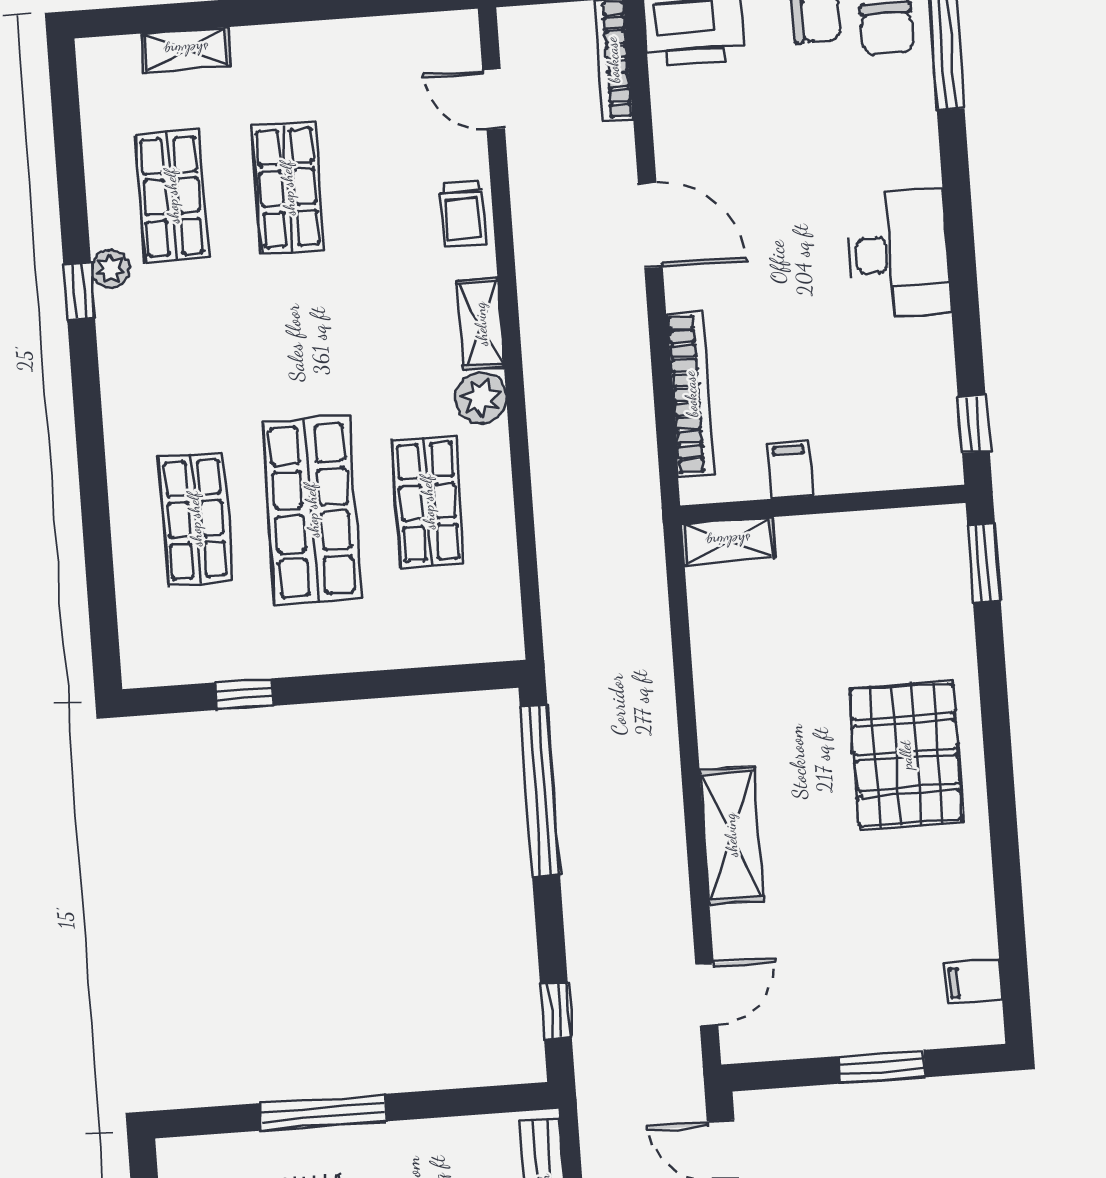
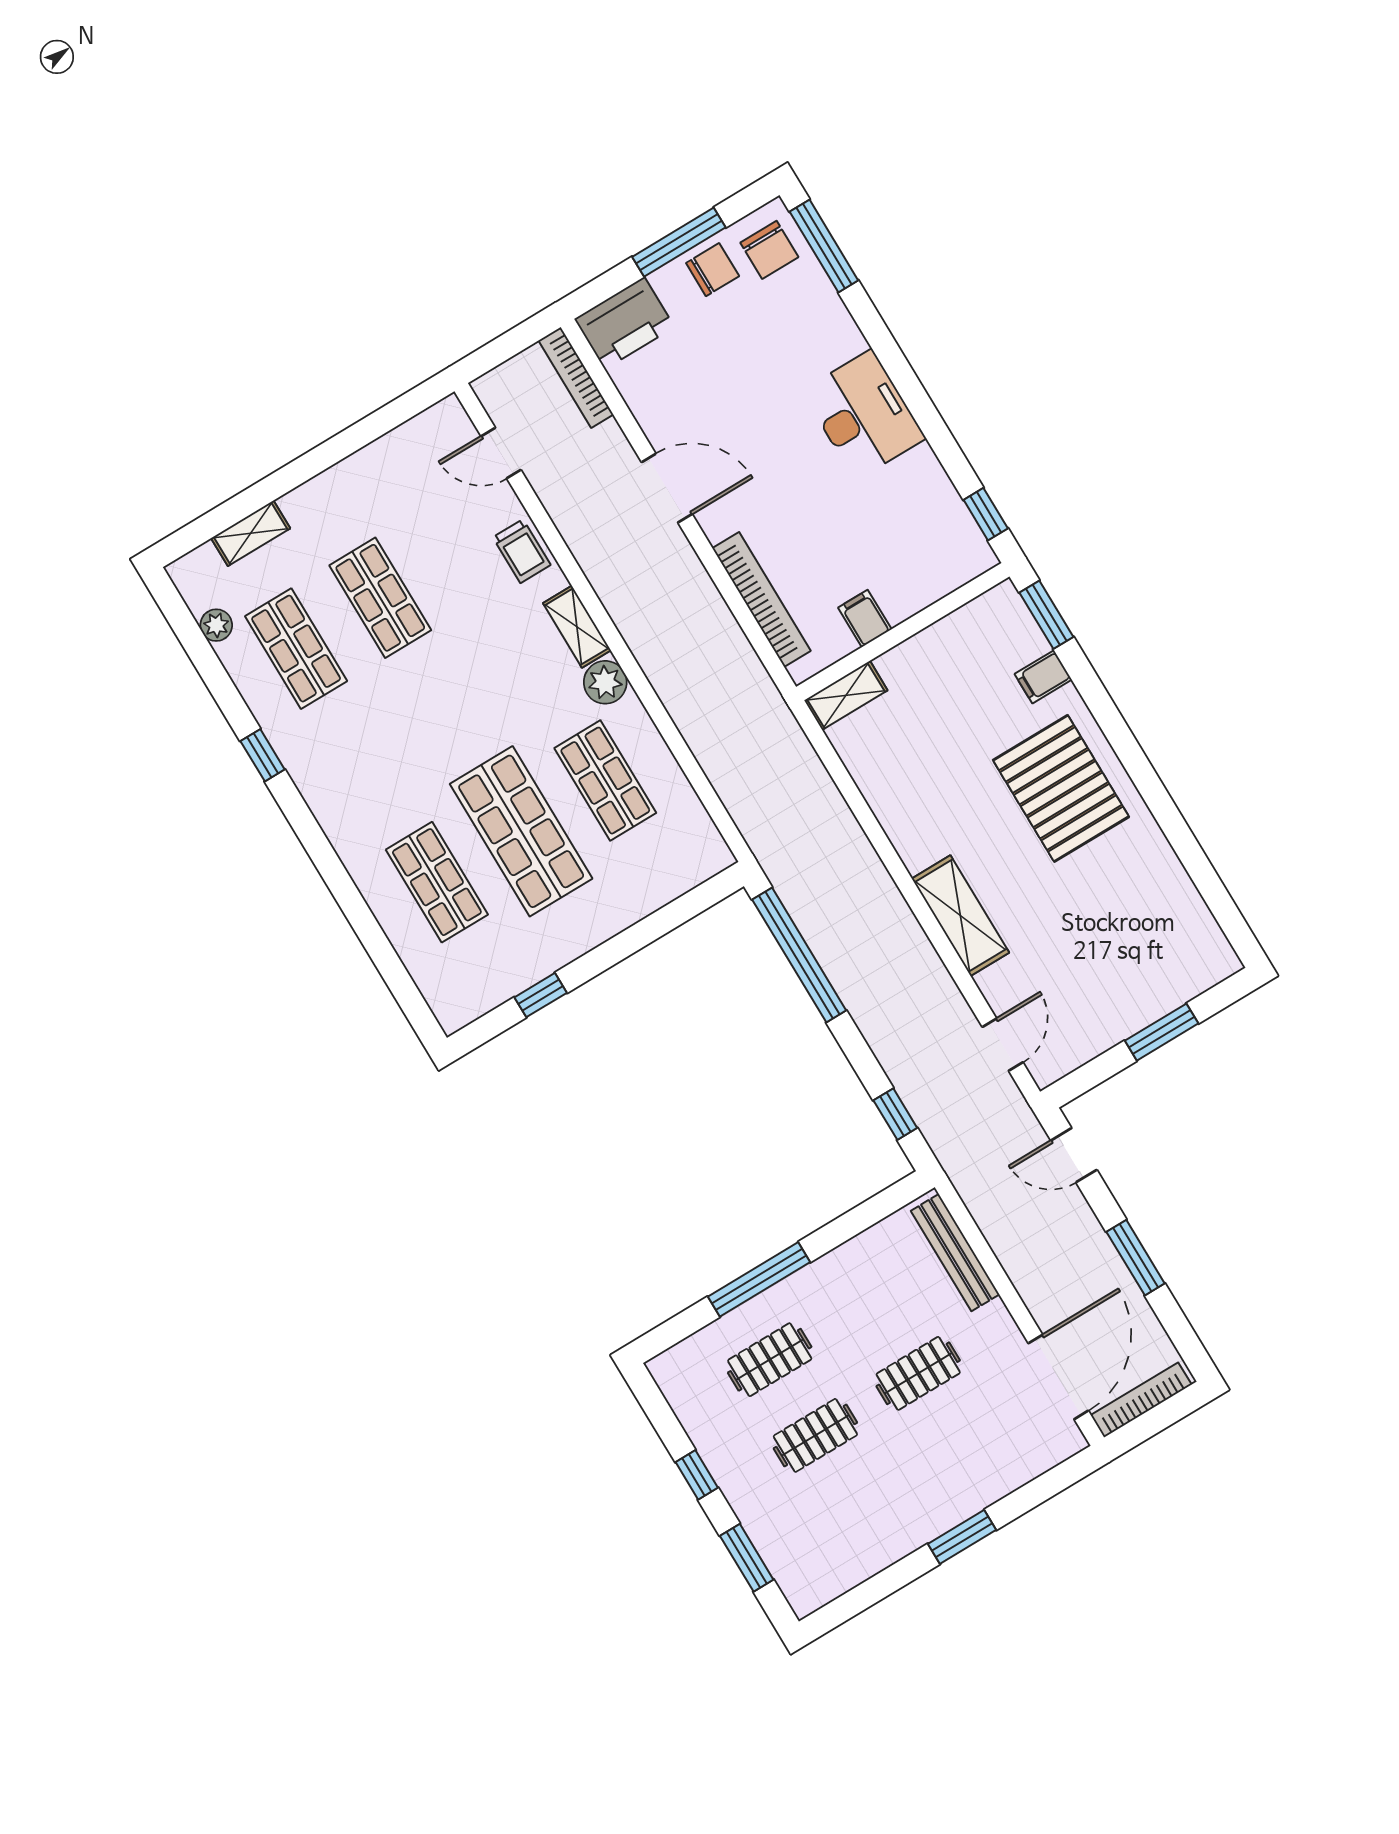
plant: (110, 269) -> (216, 625), moved
filing cabinet: (973, 982) -> (1043, 677), moved

